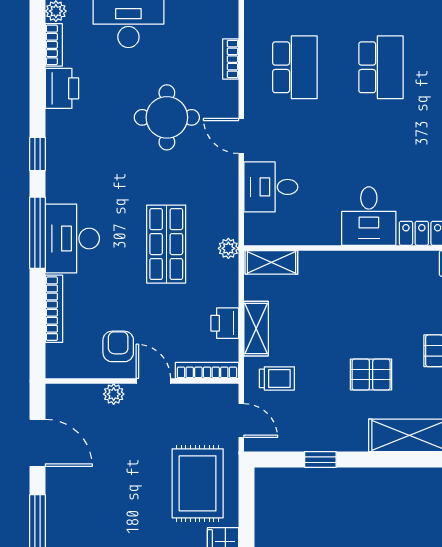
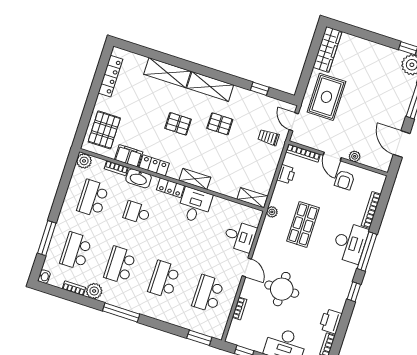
shelving: (256, 329) -> (195, 179), moved, turned 90

